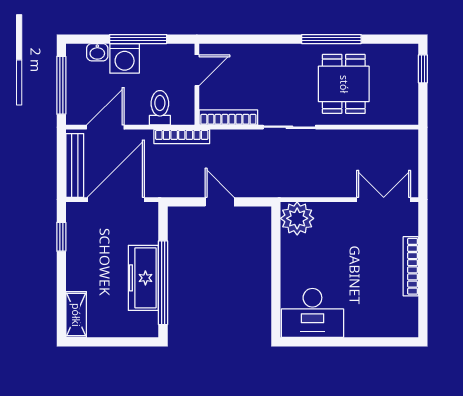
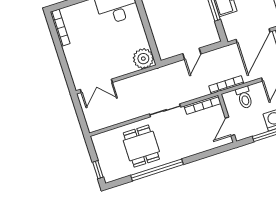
window: (331, 39) -> (157, 170), width x1.46
door: (220, 202) -> (192, 54), hinge flipped
bookcase: (411, 266) -> (60, 28), moved

